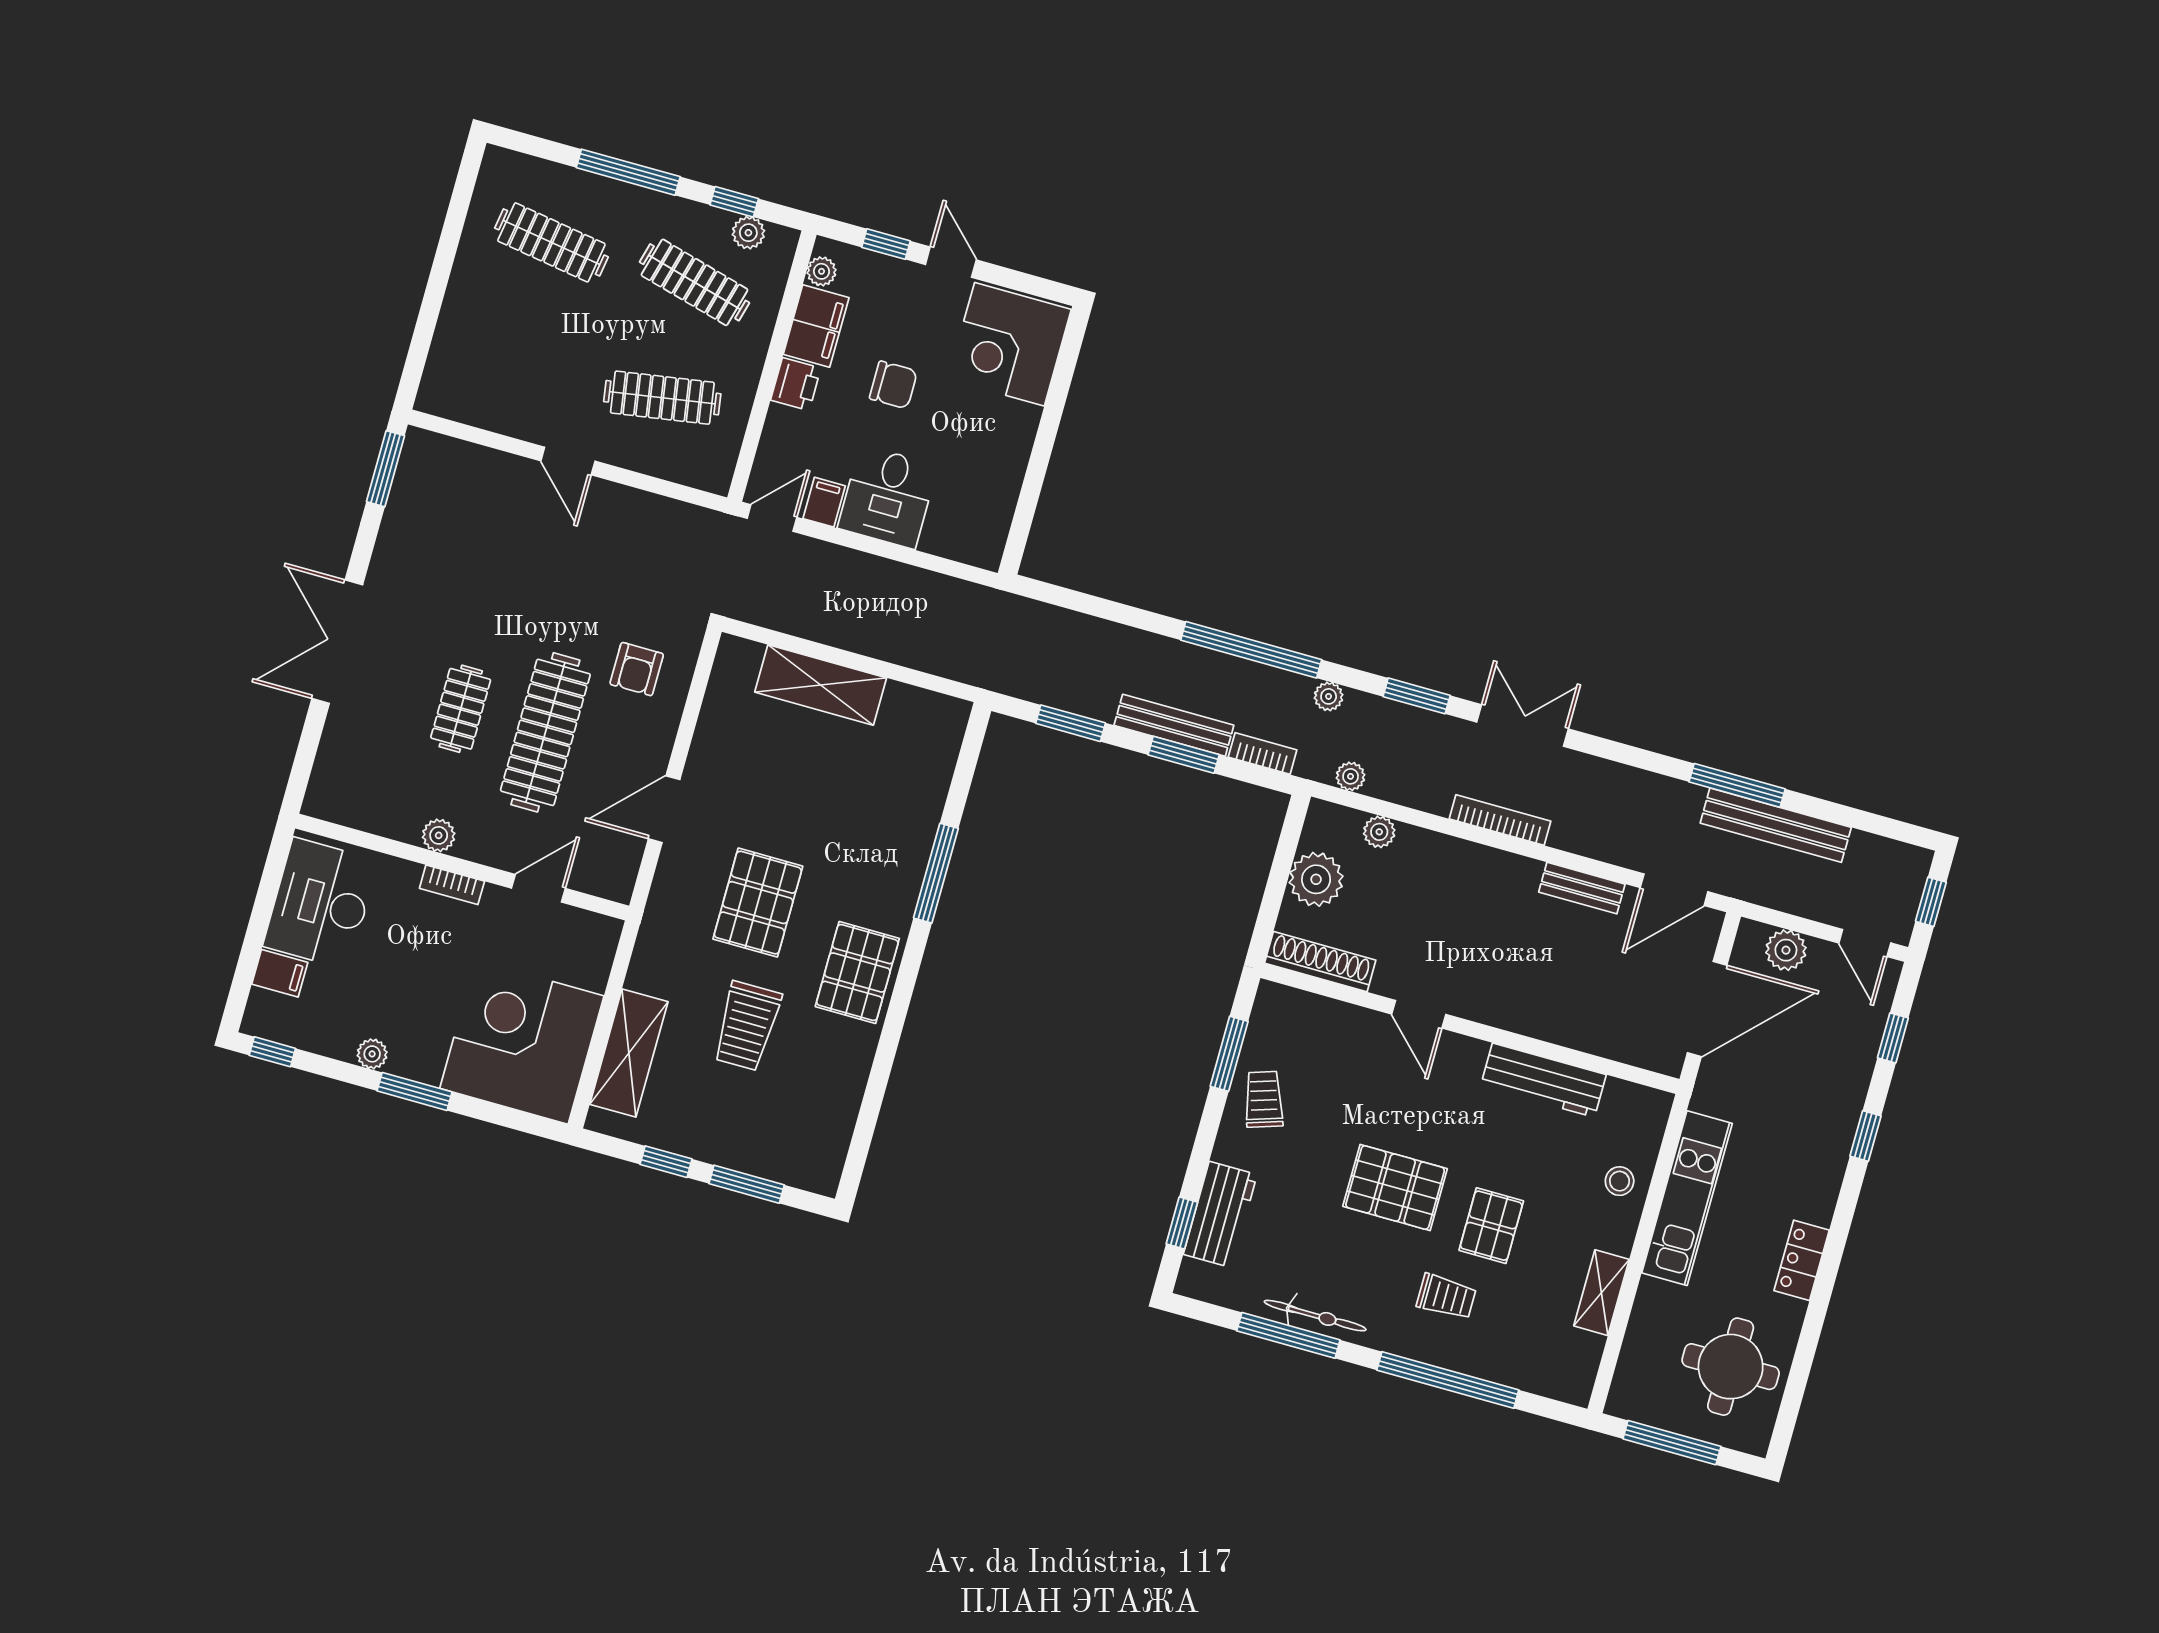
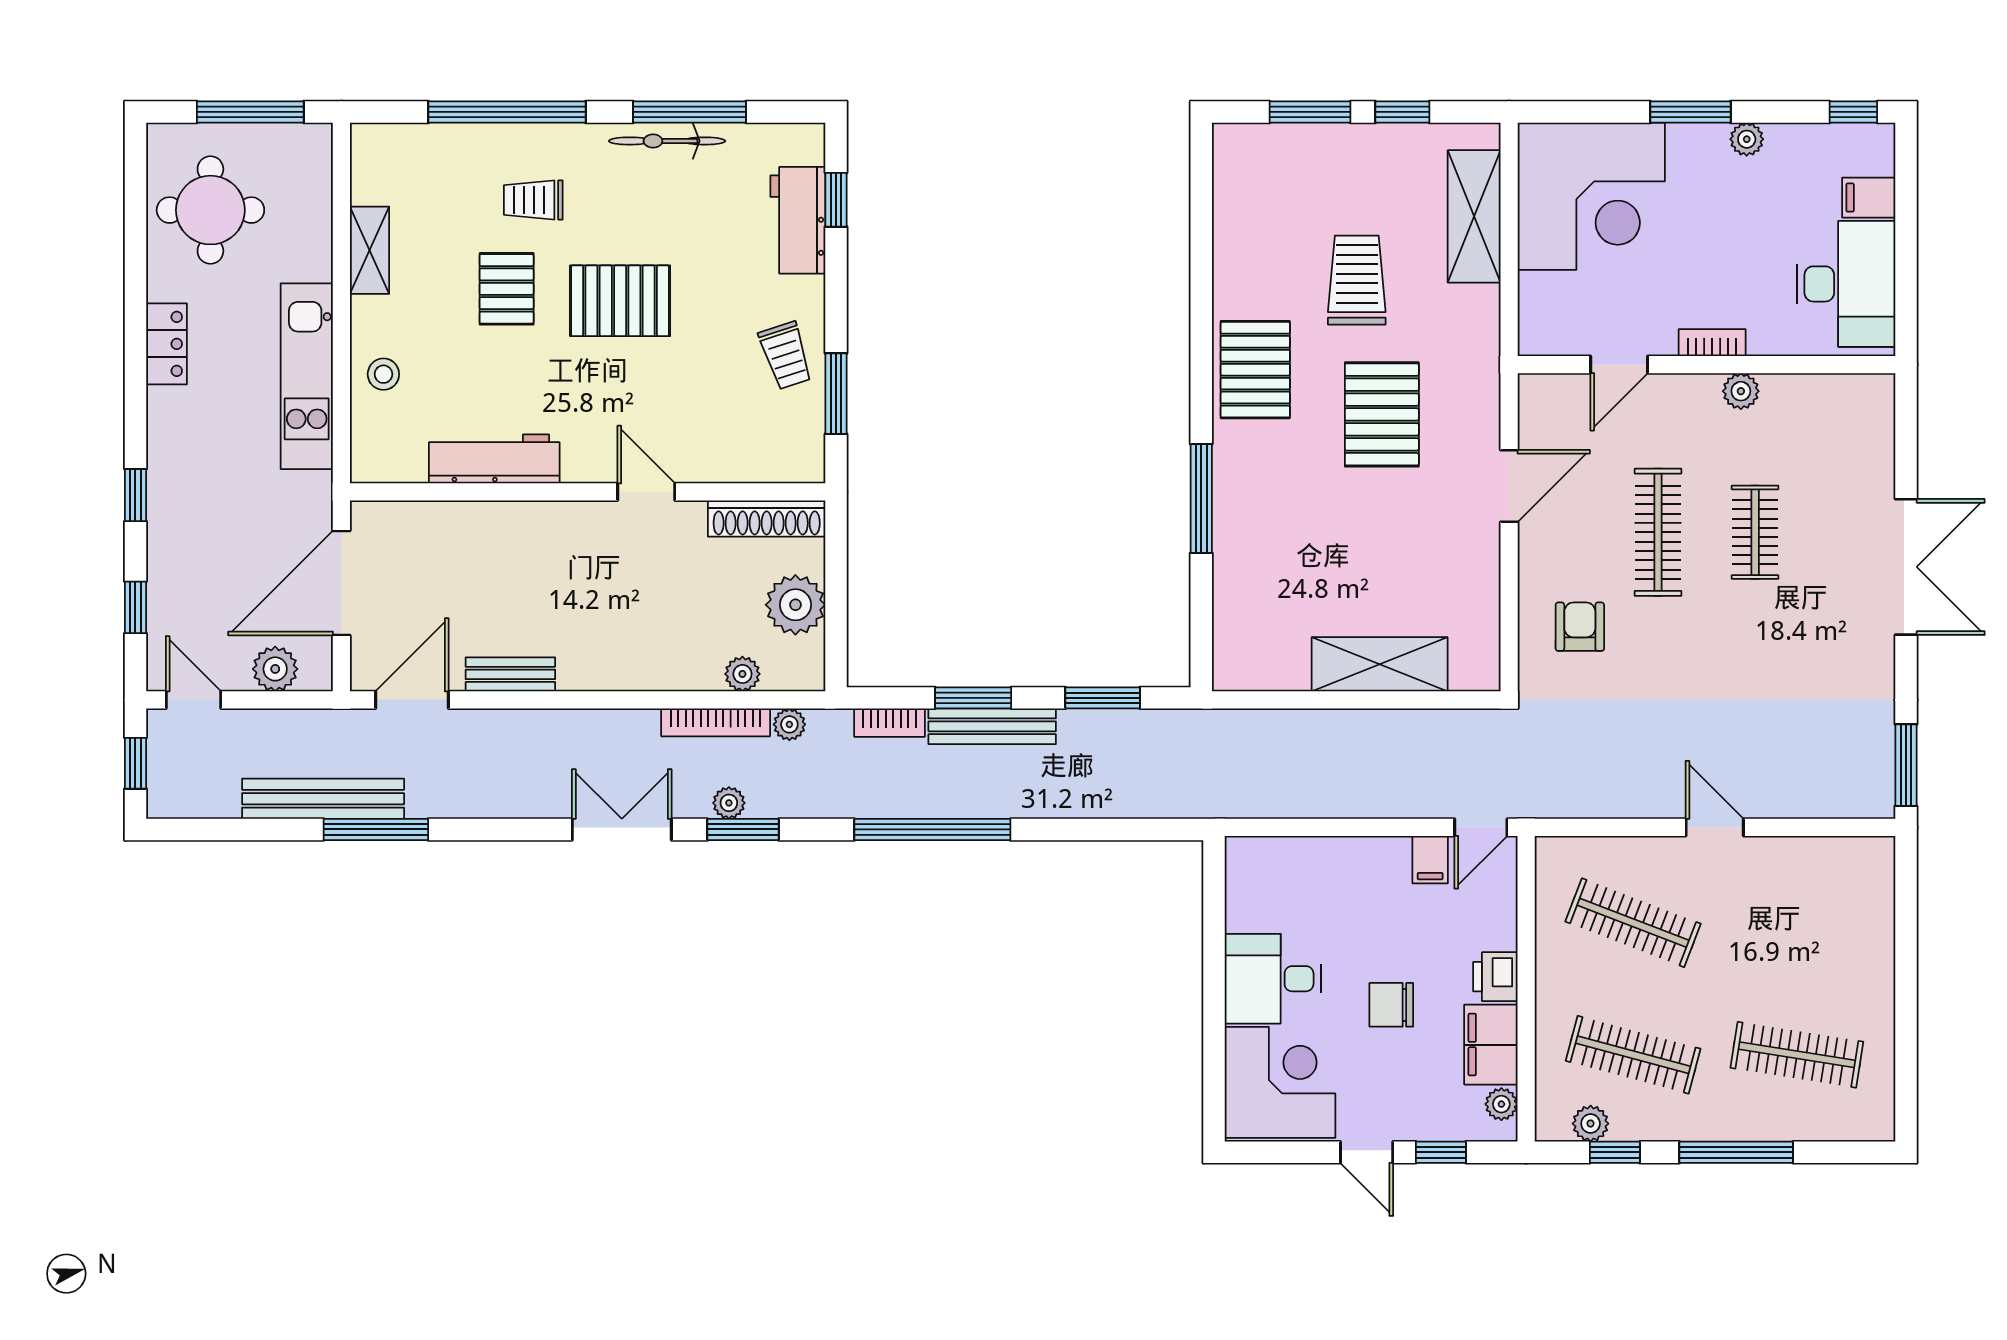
clothes rail: (662, 398) -> (1633, 923), turned 30
desk: (888, 497) -> (1273, 979), moved, turned -90
plant: (1329, 696) -> (729, 803), moved
double door: (1522, 726) -> (622, 829), swing flipped
clothes rail: (545, 732) -> (1658, 532), width x0.73, depth x0.76
bookcase: (1500, 820) -> (716, 722), moved

